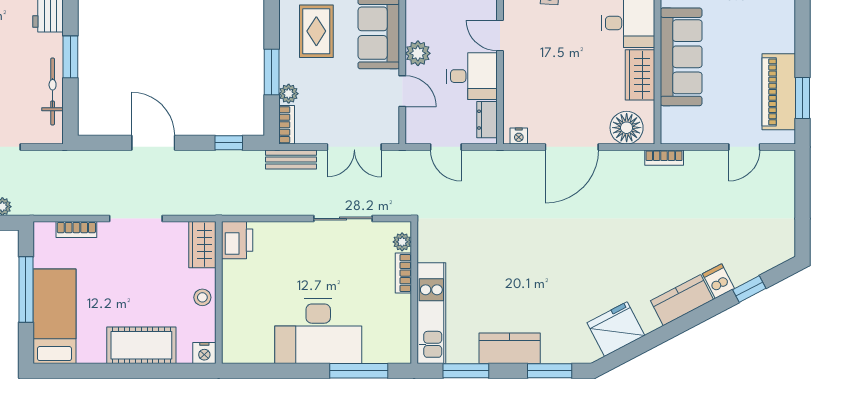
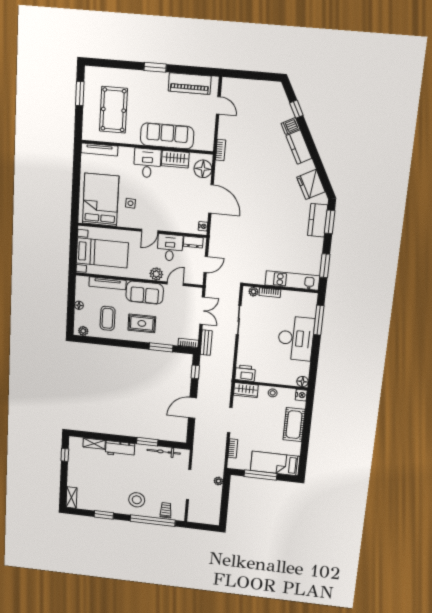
plant: (289, 94) -> (173, 340), removed
window: (802, 98) -> (155, 67), moved
kitchen counter: (510, 348) -> (318, 220), moved
floor lamp: (232, 353) -> (303, 382), added

